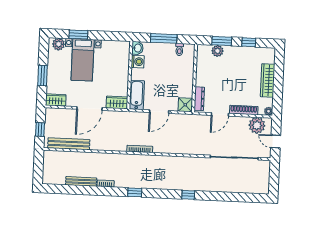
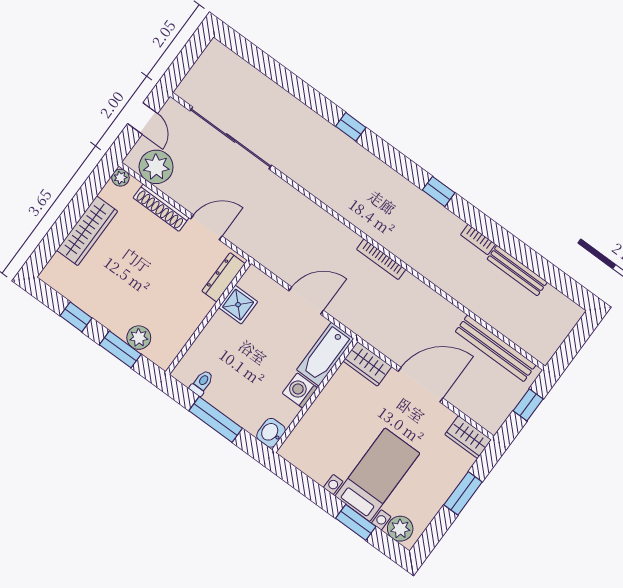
washing machine: (138, 62) -> (300, 391), moved
shower: (185, 105) -> (238, 305), moved

